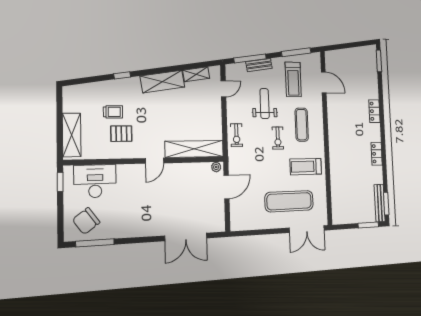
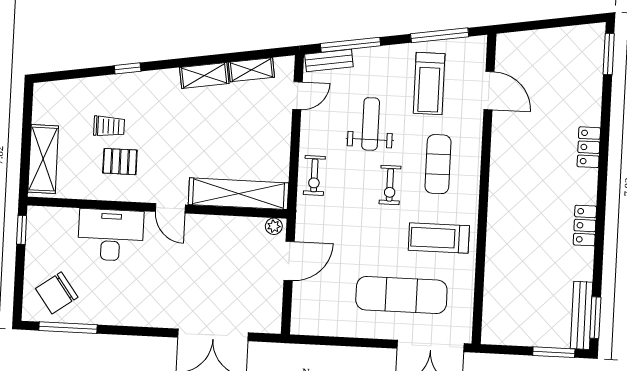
bench: (259, 65) -> (329, 60), moved
shelving: (162, 82) -> (204, 75), width x0.67, depth x0.75
door: (155, 161) -> (170, 208), hinge flipped
desk: (95, 181) -> (111, 235), moved

